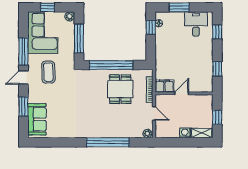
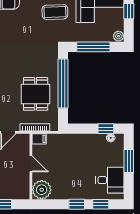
window: (217, 69) -> (77, 204), moved
plant: (204, 84) -> (42, 190), added
filing cabinet: (164, 86) -> (39, 139), width x0.50
dining table: (120, 89) -> (36, 94), turned 90

